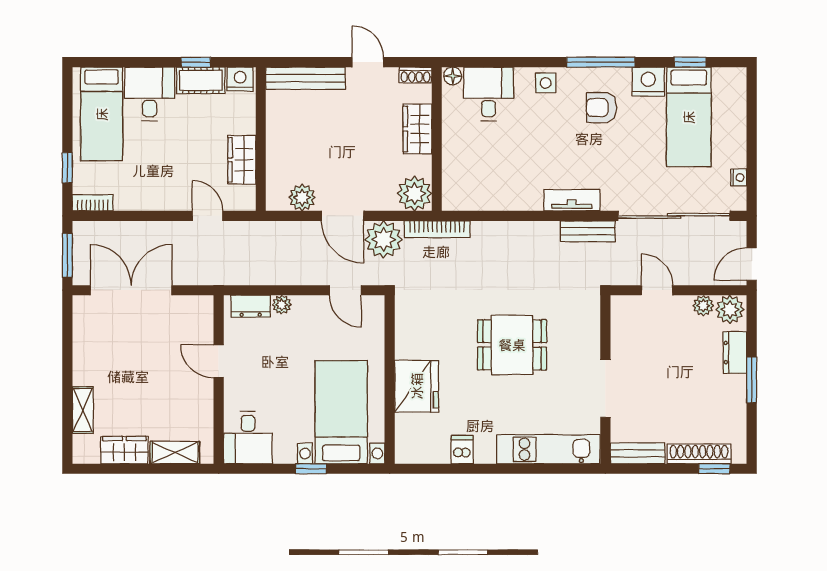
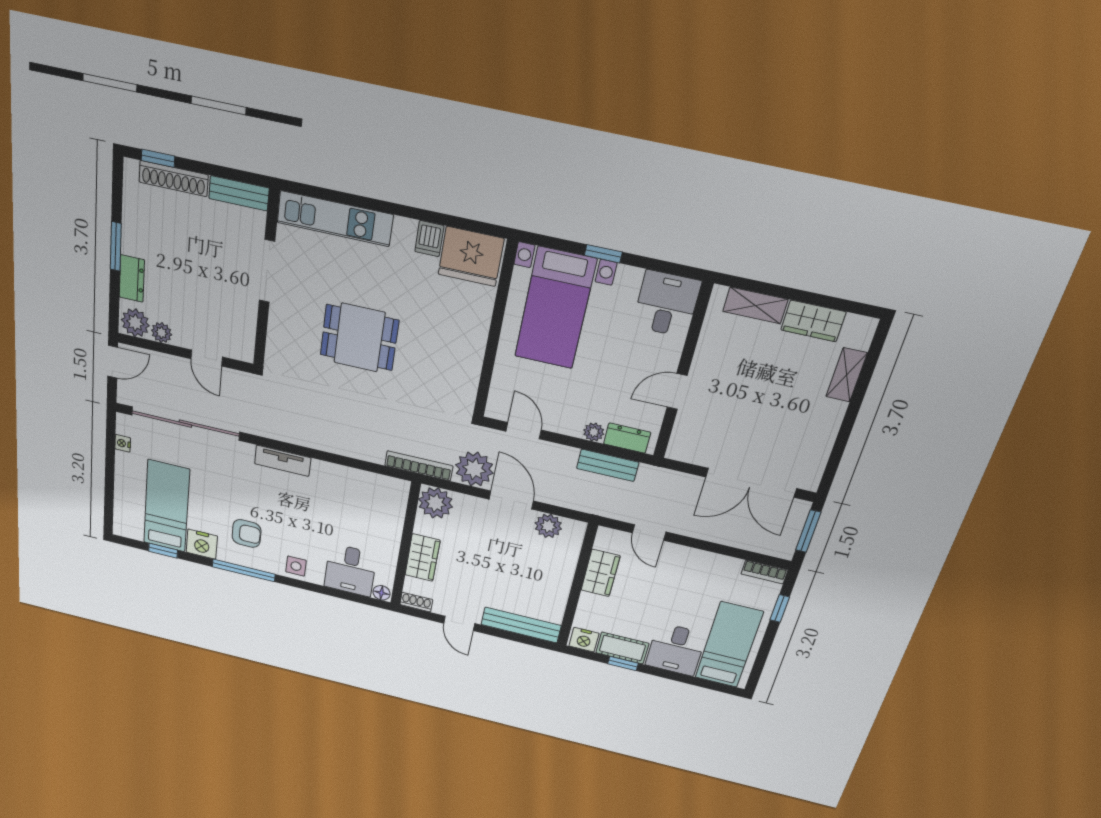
bench: (588, 231) -> (608, 465), moved
door: (219, 361) -> (677, 391), swing flipped
fridge: (417, 386) -> (471, 256), moved, turned -90

